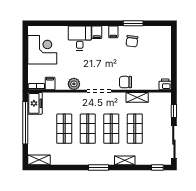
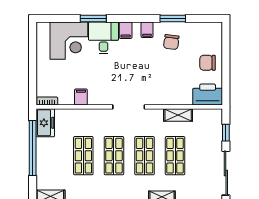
window: (72, 23) -> (93, 19), added
corner desk: (42, 50) -> (69, 41), moved, turned 90
chair: (125, 82) -> (208, 63), moved
filing cabinet: (50, 84) -> (81, 97), moved
plant: (74, 84) -> (96, 97), removed
printer: (165, 84) -> (208, 95), width x1.87, depth x1.48

